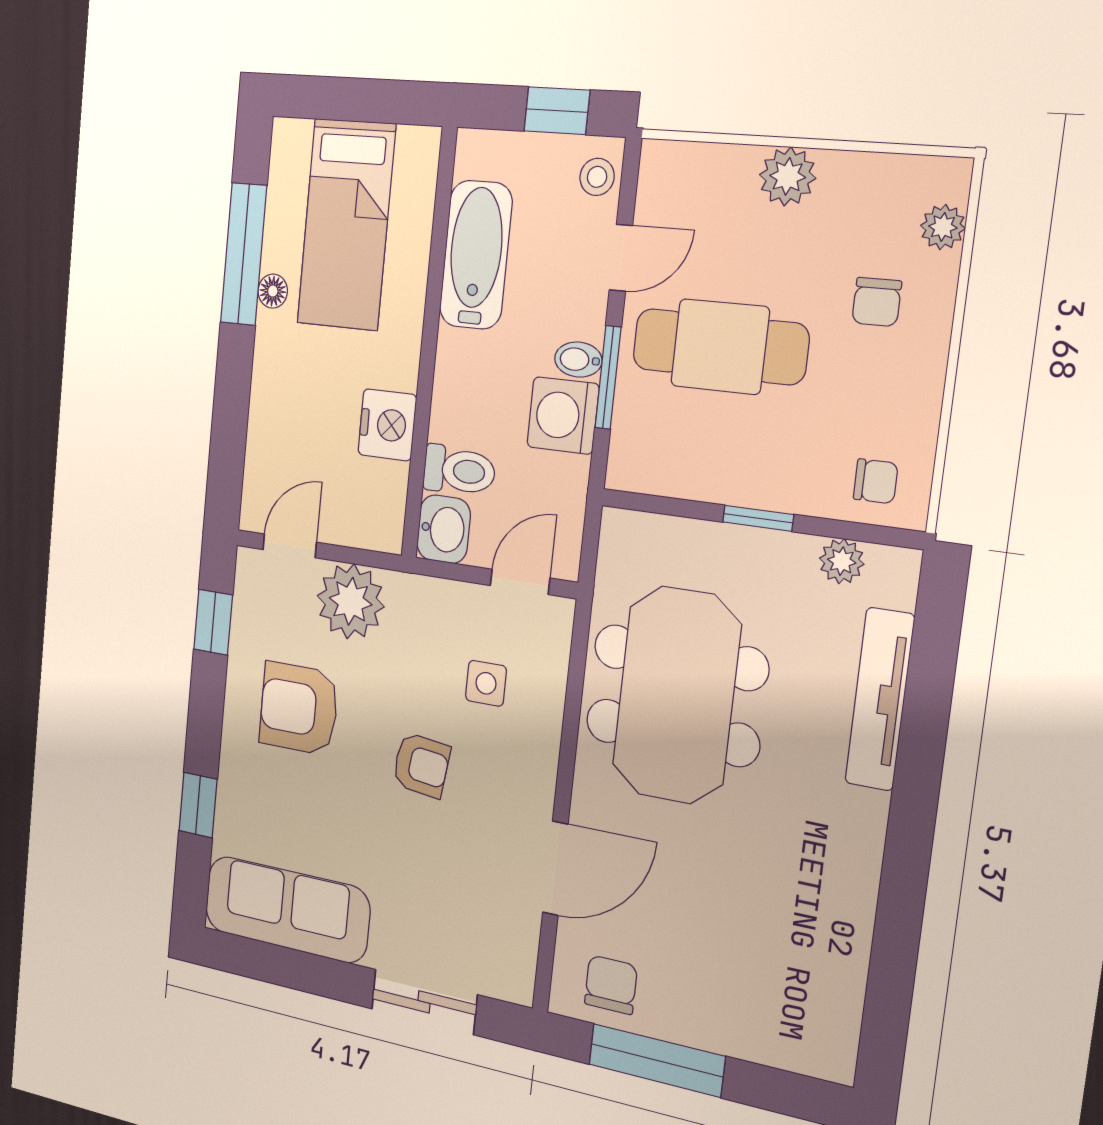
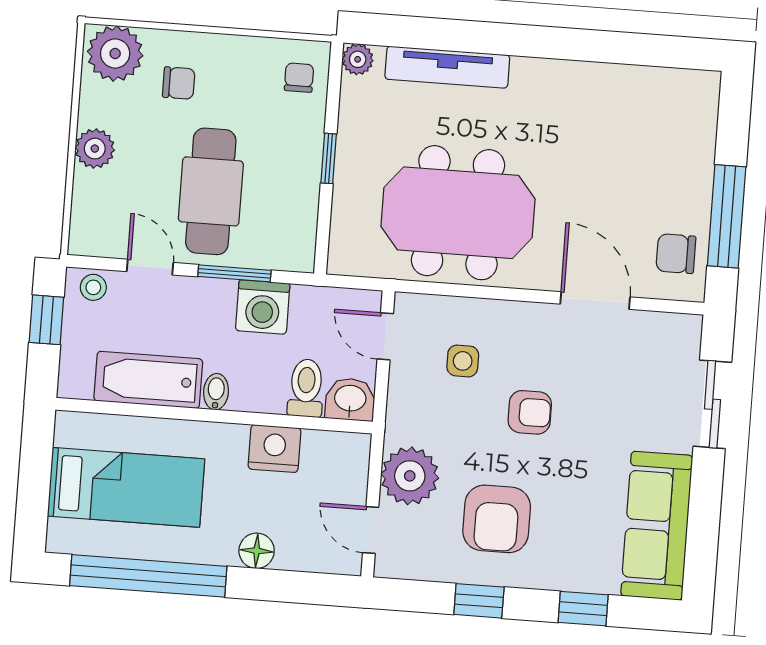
plant: (943, 227) -> (115, 53), width x1.88, depth x1.88
window: (244, 254) -> (148, 576), width x1.46
floor lamp: (273, 291) -> (257, 551), moved, width x1.37, depth x1.37
bidet: (578, 360) -> (216, 392), moved, turned 180
plant: (842, 561) -> (358, 59), moved
window: (213, 622) -> (479, 601), moved
armchair: (421, 765) -> (530, 412), turned 83

